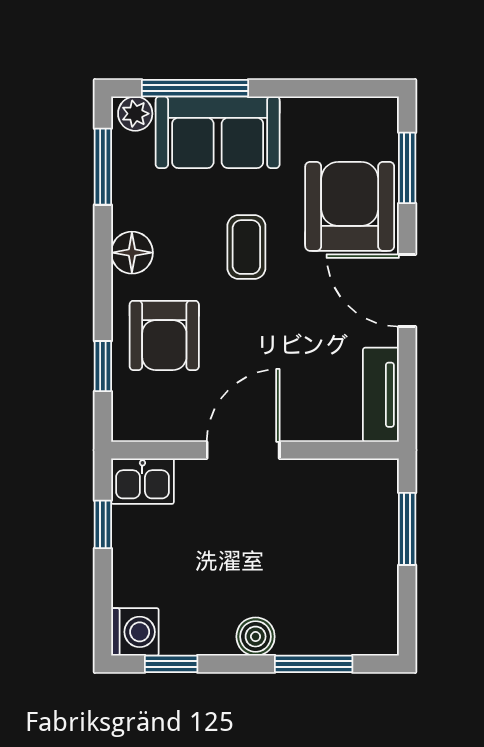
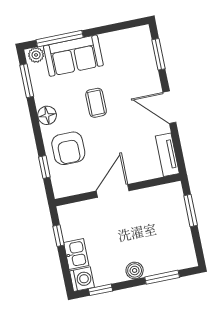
armchair: (350, 206) -> (137, 76), removed
kitchen sink: (142, 481) -> (76, 254), moved, turned -90

